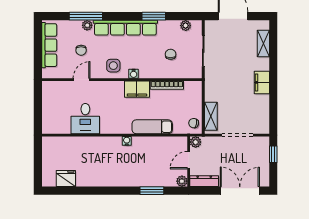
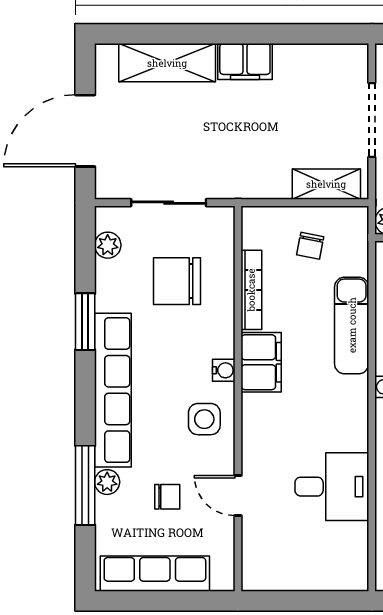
shelving: (263, 43) -> (167, 63), width x1.50, depth x1.33
chair: (171, 54) -> (177, 281), width x1.87, depth x1.87
chair: (194, 123) -> (310, 246), moved

